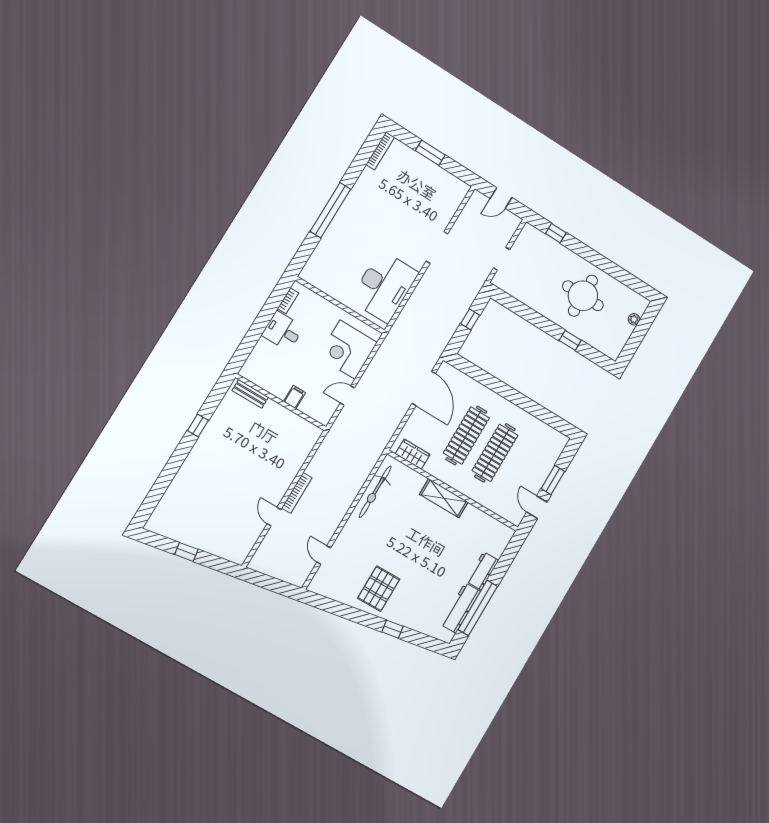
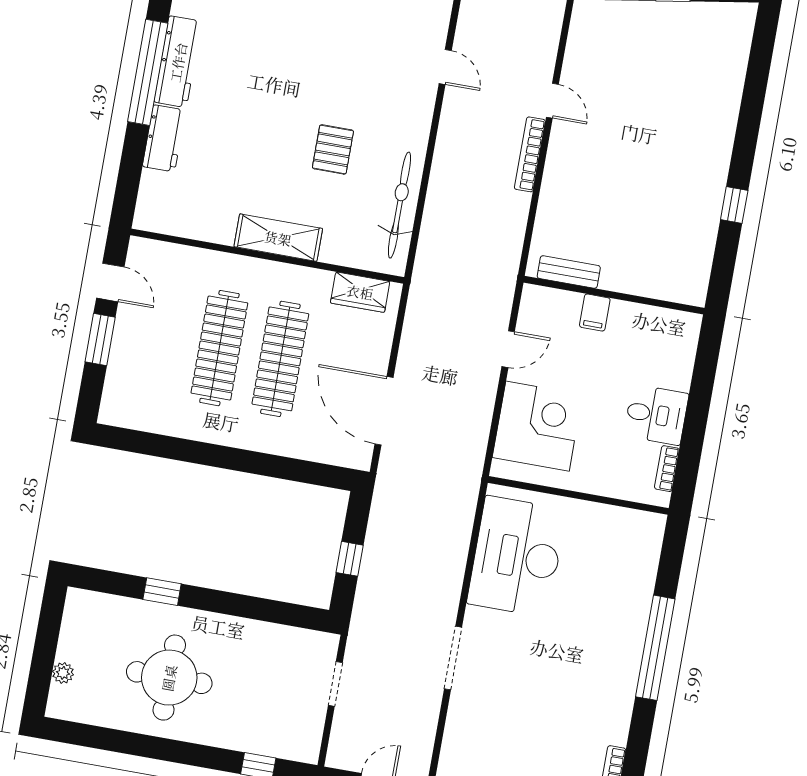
bench: (250, 394) -> (569, 272), moved
pallet: (379, 589) -> (333, 149), moved, width x0.67, depth x0.71

